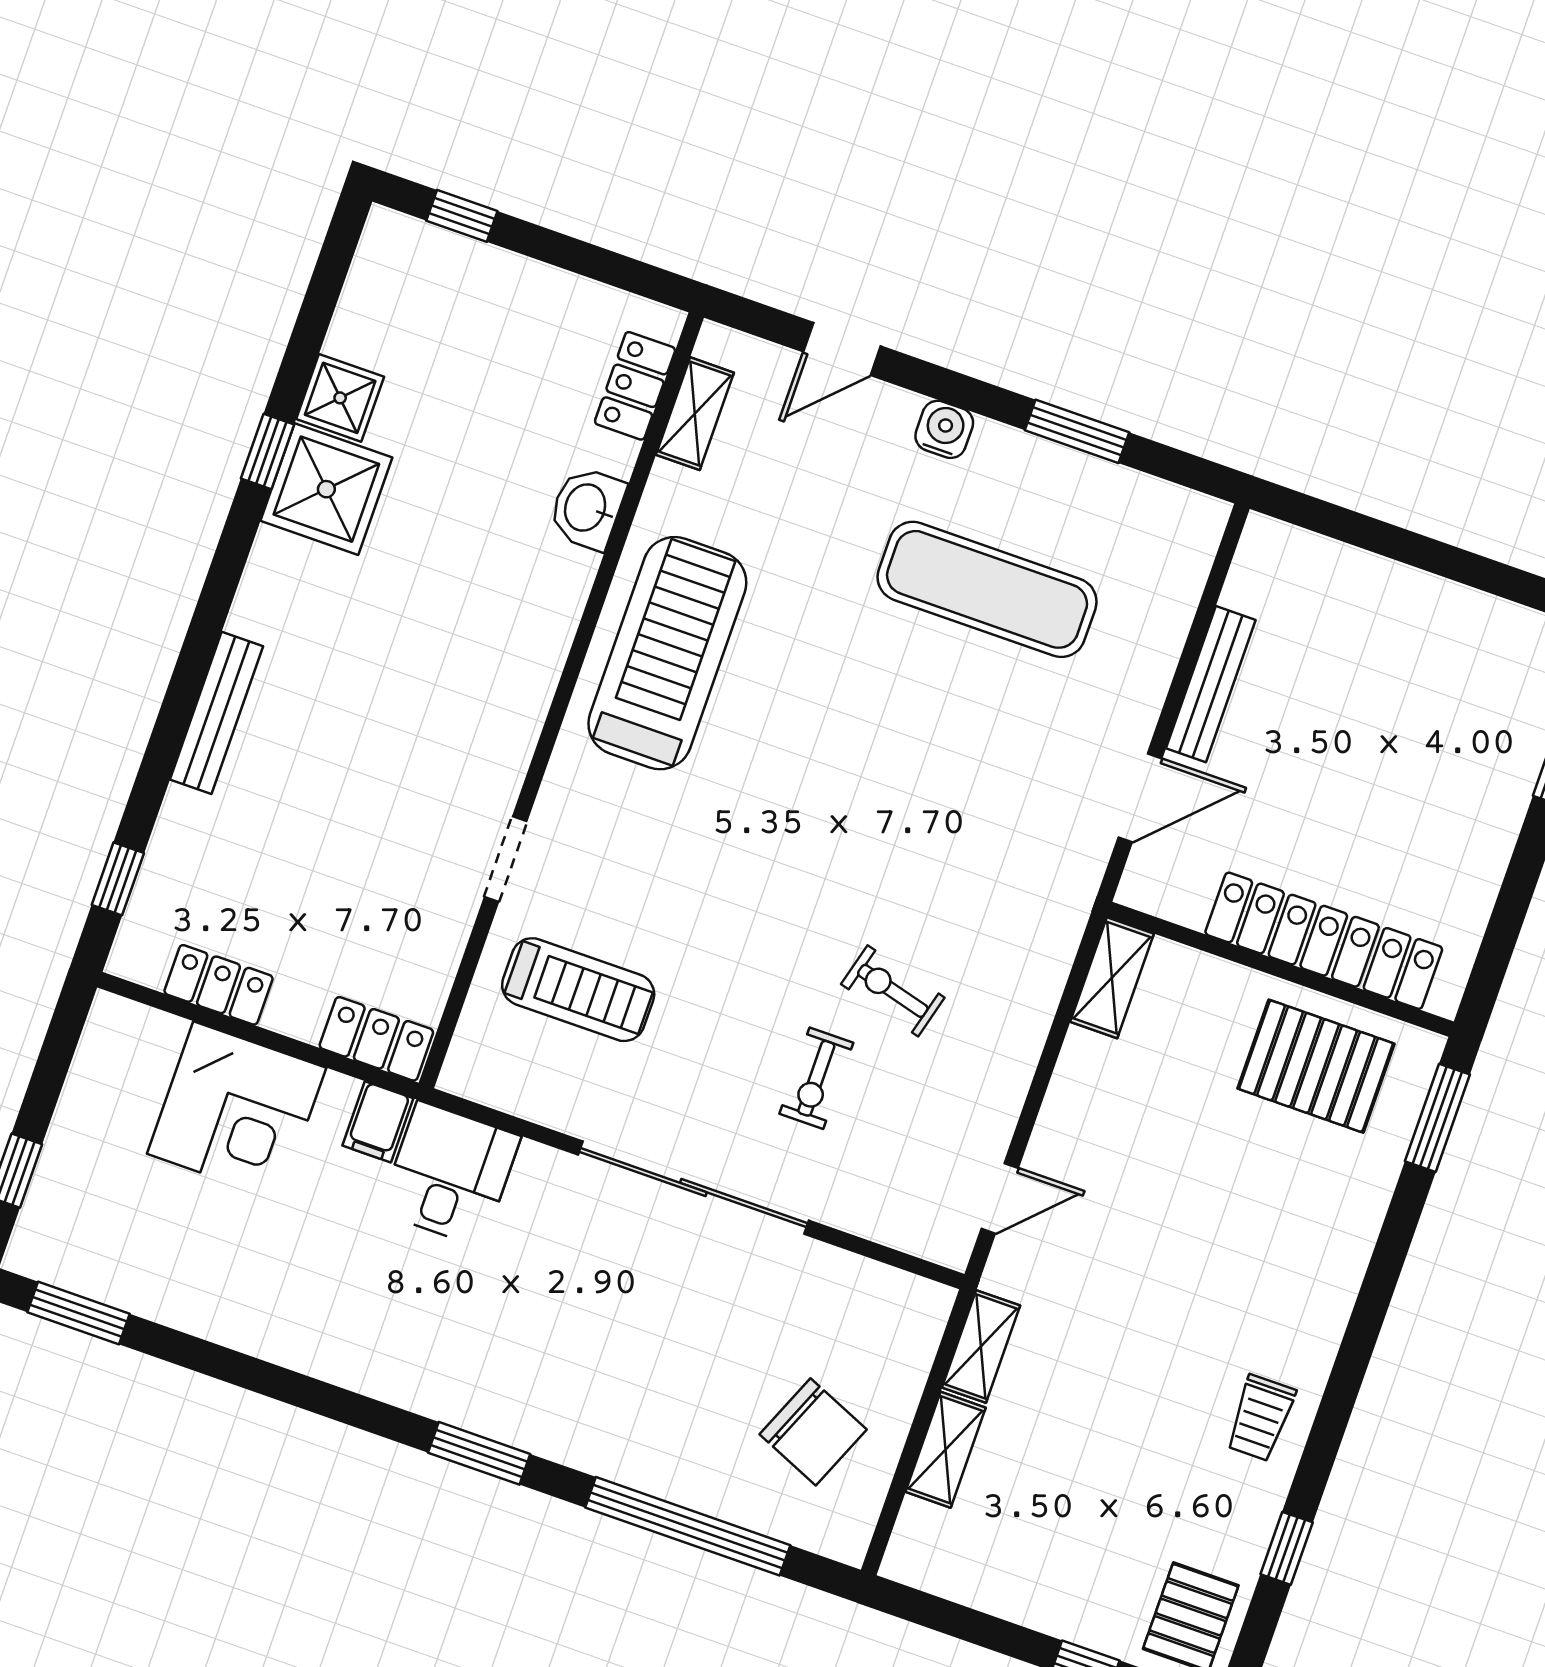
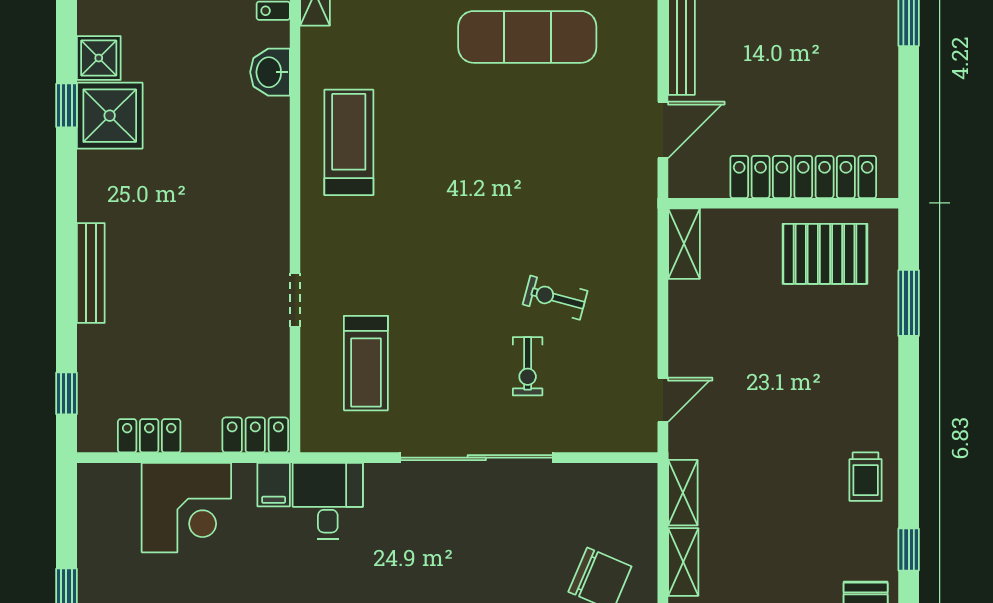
treadmill: (667, 653) -> (349, 142), width x0.73, depth x0.73
treadmill: (578, 990) -> (366, 363), turned 90
window: (1437, 1118) -> (909, 303), moved

